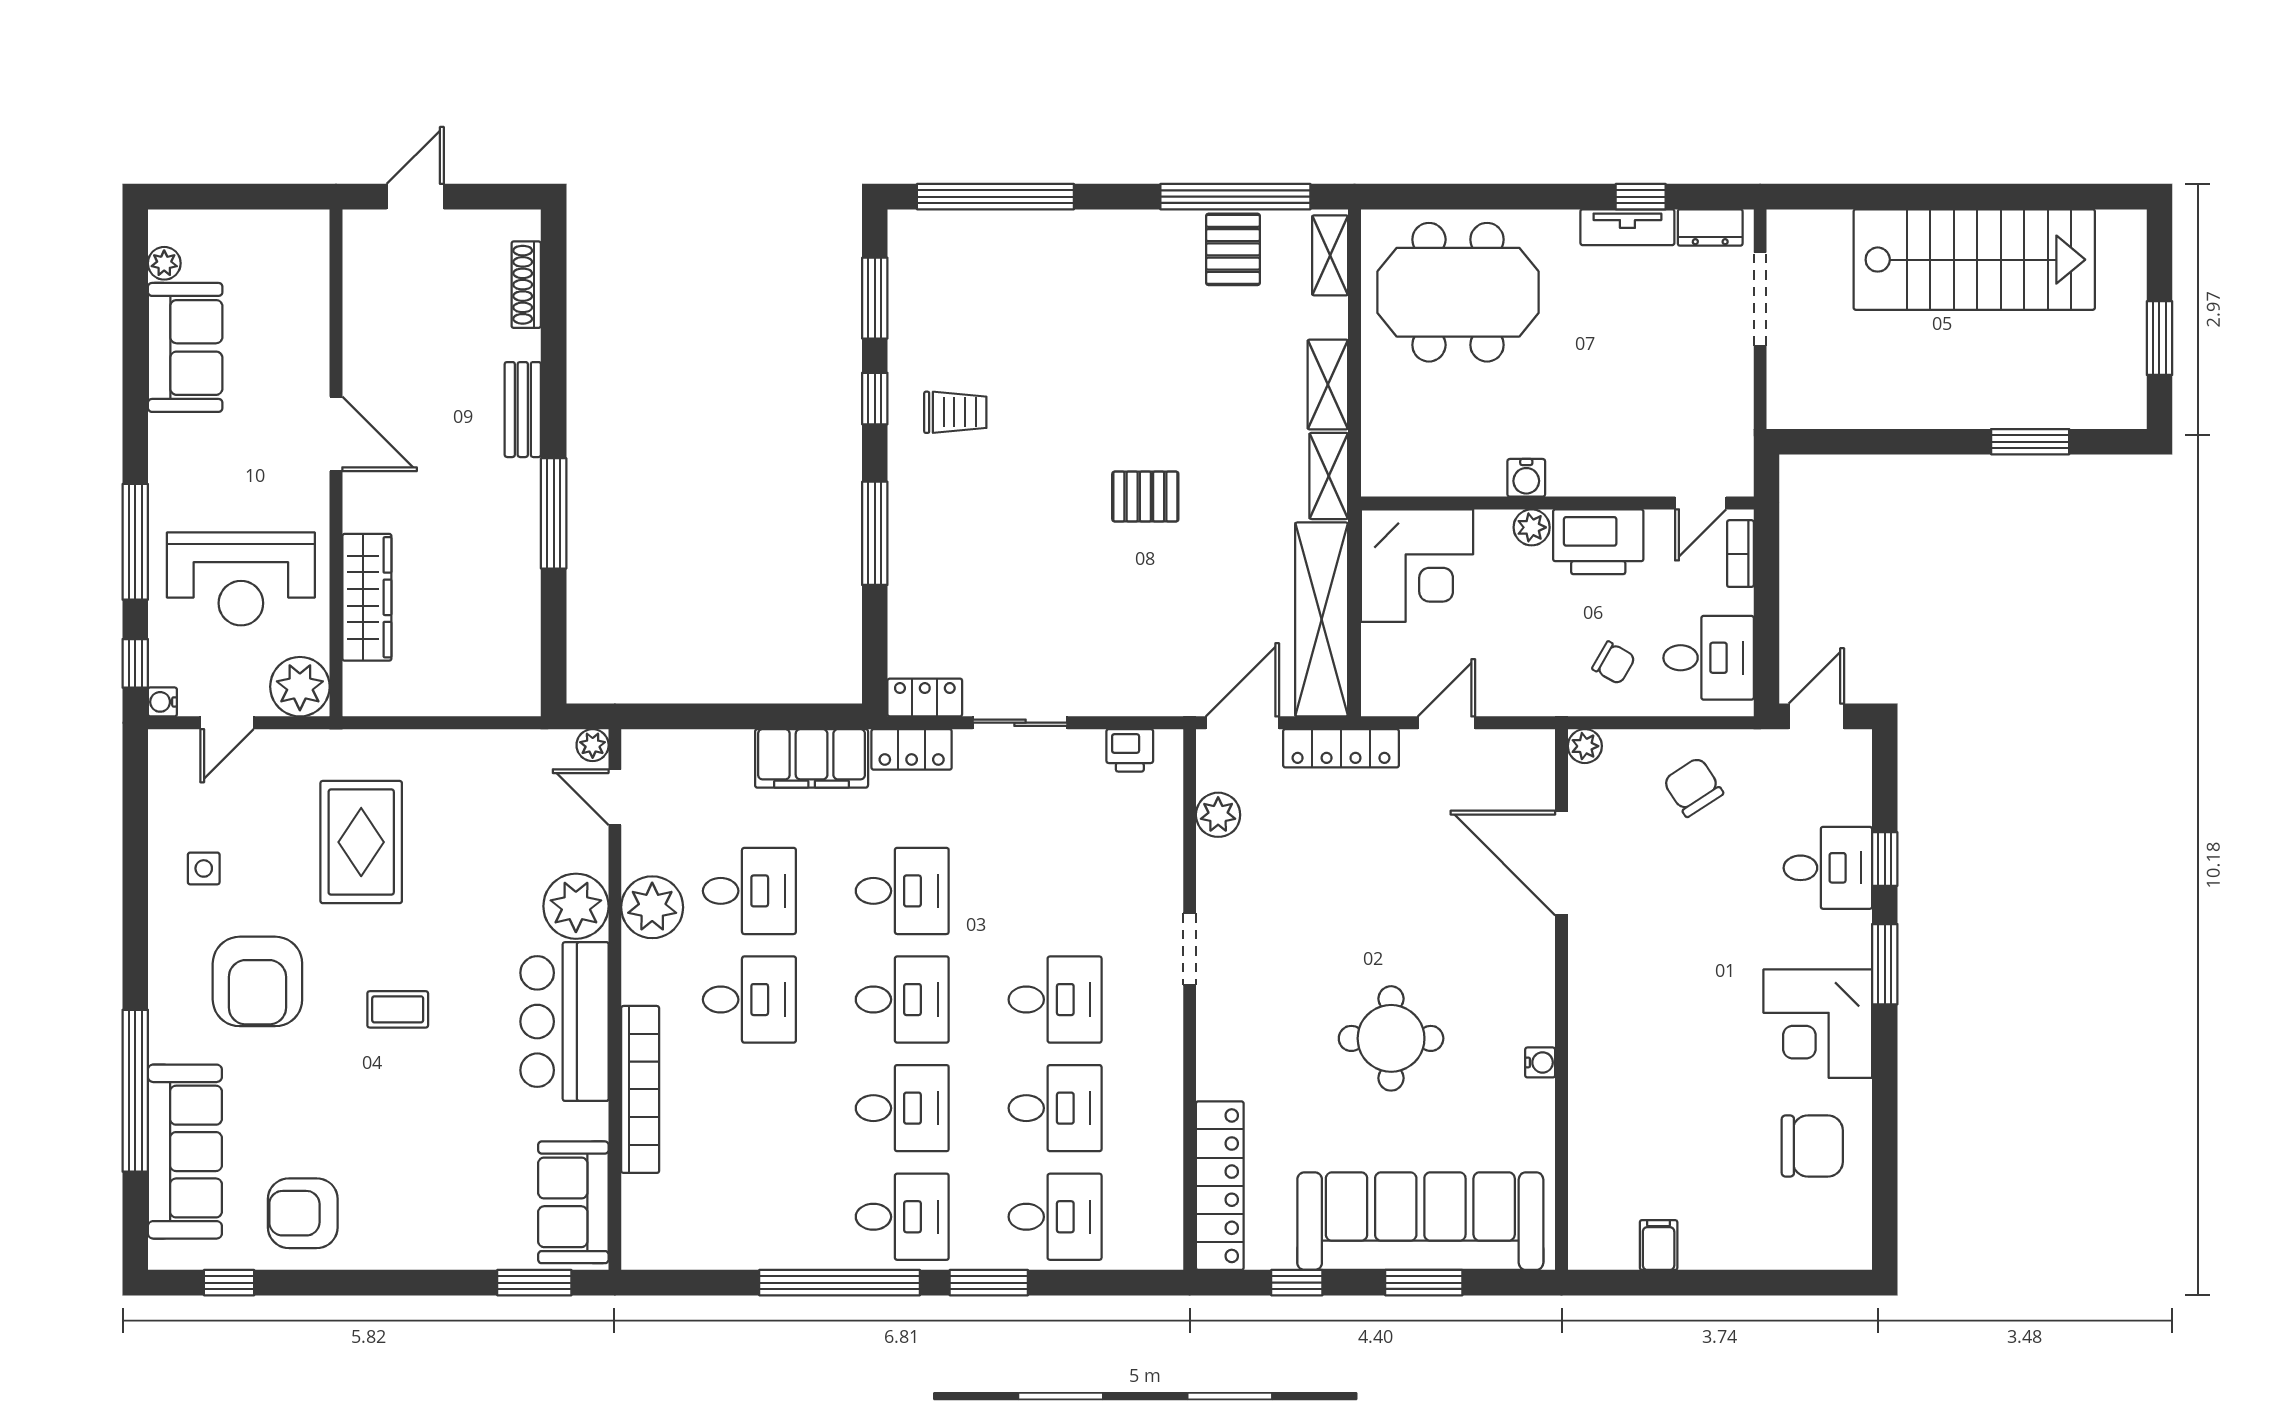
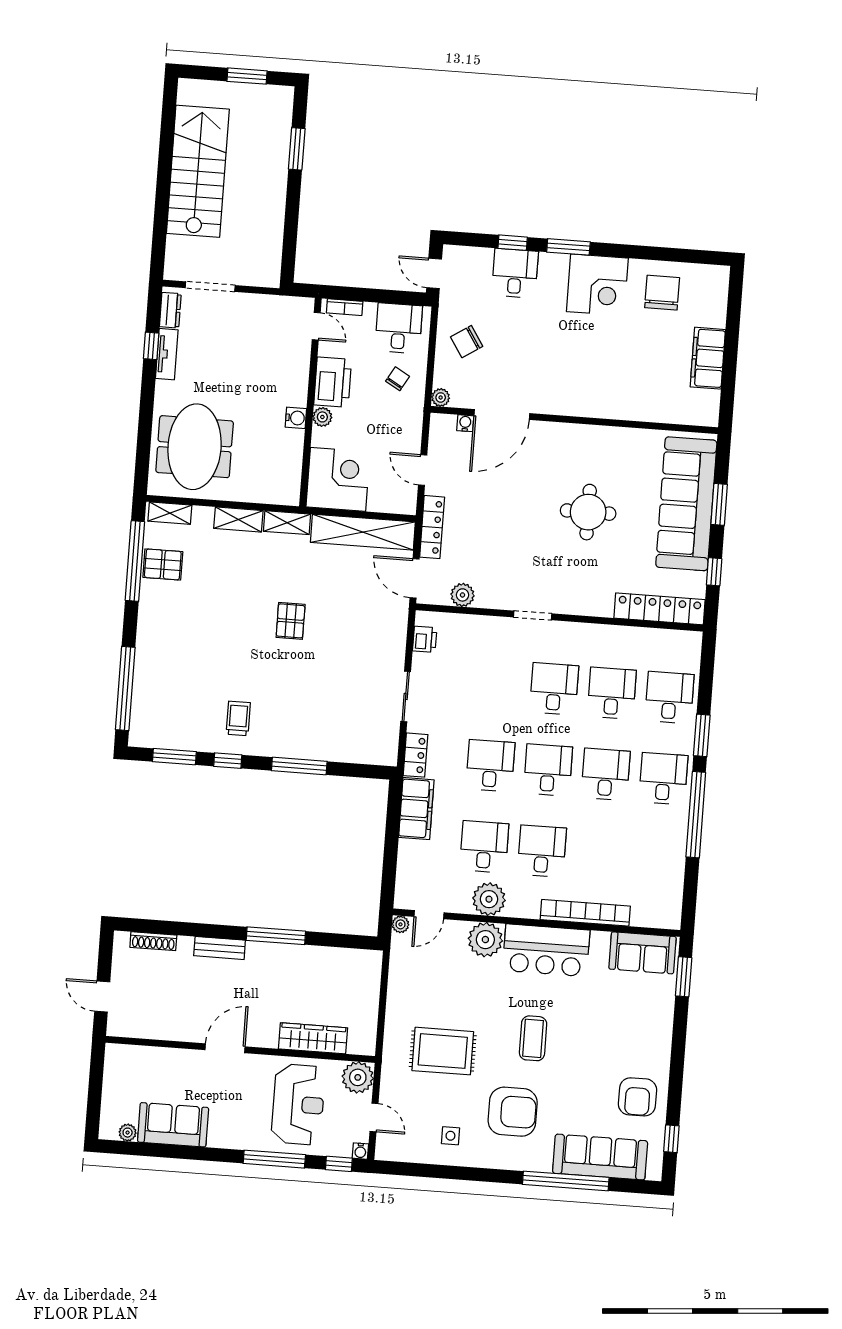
locker: (925, 697) -> (388, 746), removed
coffee table: (398, 1009) -> (533, 1038), width x1.36, depth x1.30
water cooler: (1540, 1062) -> (465, 423), moved
filing cabinet: (1659, 1245) -> (708, 358), width x3.00, depth x1.17

